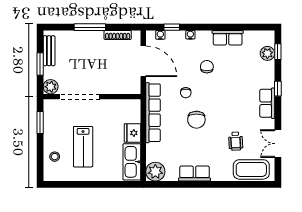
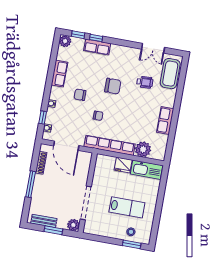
plant: (267, 53) -> (65, 41), moved
door: (143, 61) -> (66, 146), swing flipped
window: (278, 89) -> (96, 38), moved
row of seats: (267, 103) -> (97, 47), moved
chair: (196, 120) -> (113, 86), moved
window: (40, 122) -> (132, 244), moved
plant: (155, 172) -> (143, 149), moved

